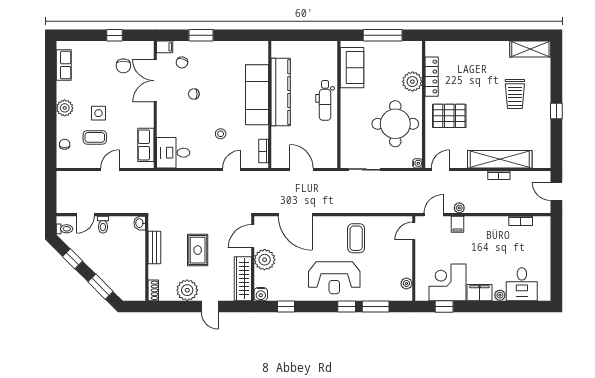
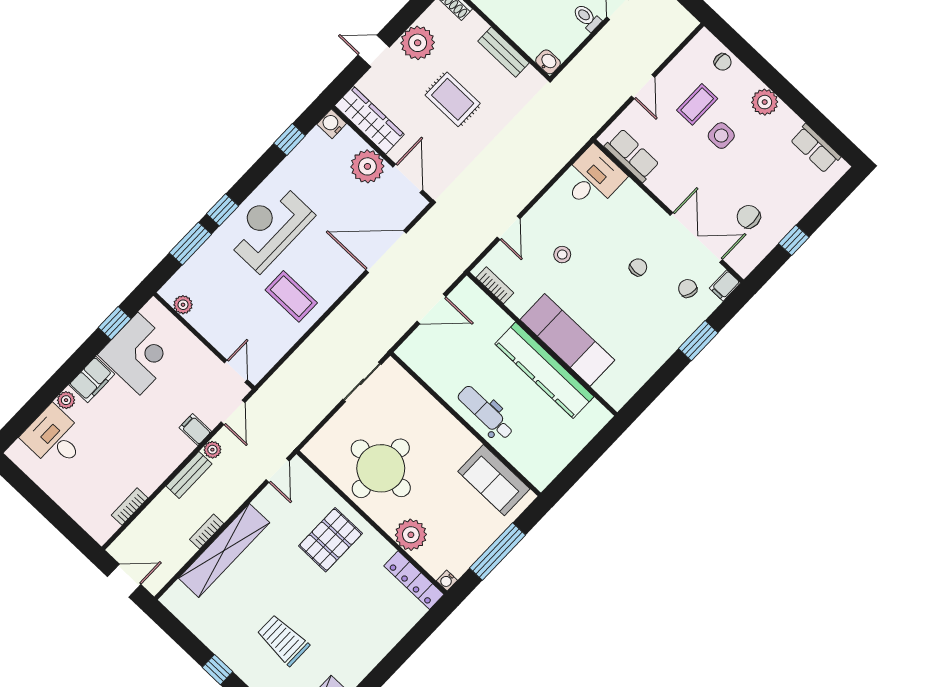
locker: (432, 77) -> (414, 580), moved
water cooler: (418, 163) -> (447, 581), moved
bench: (481, 208) -> (189, 475), added

